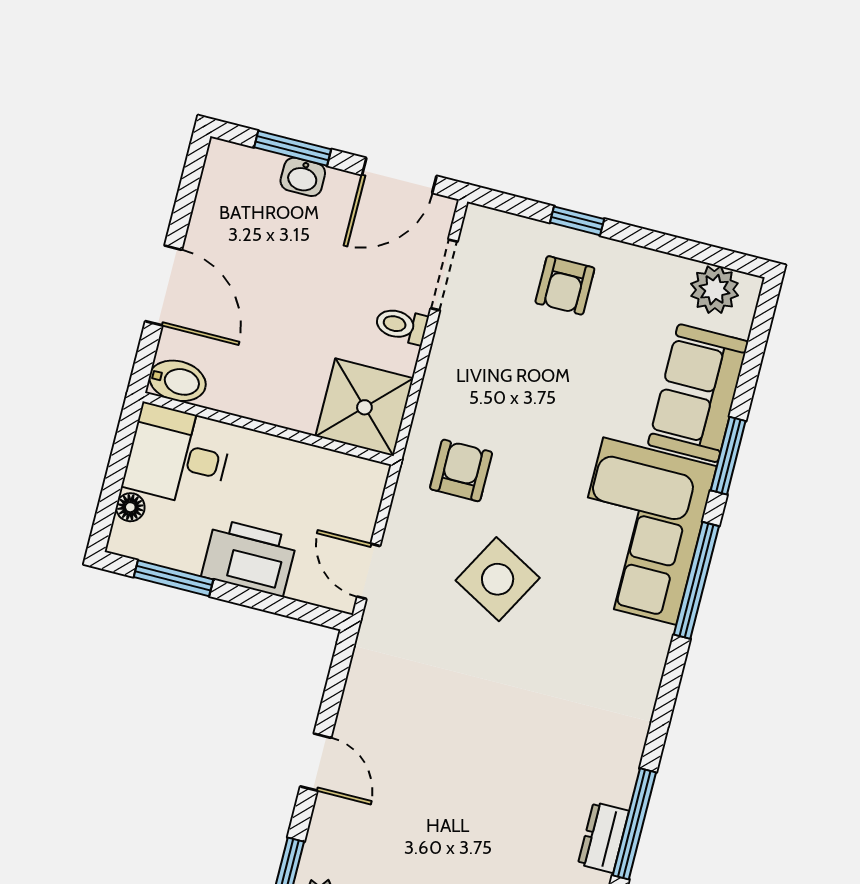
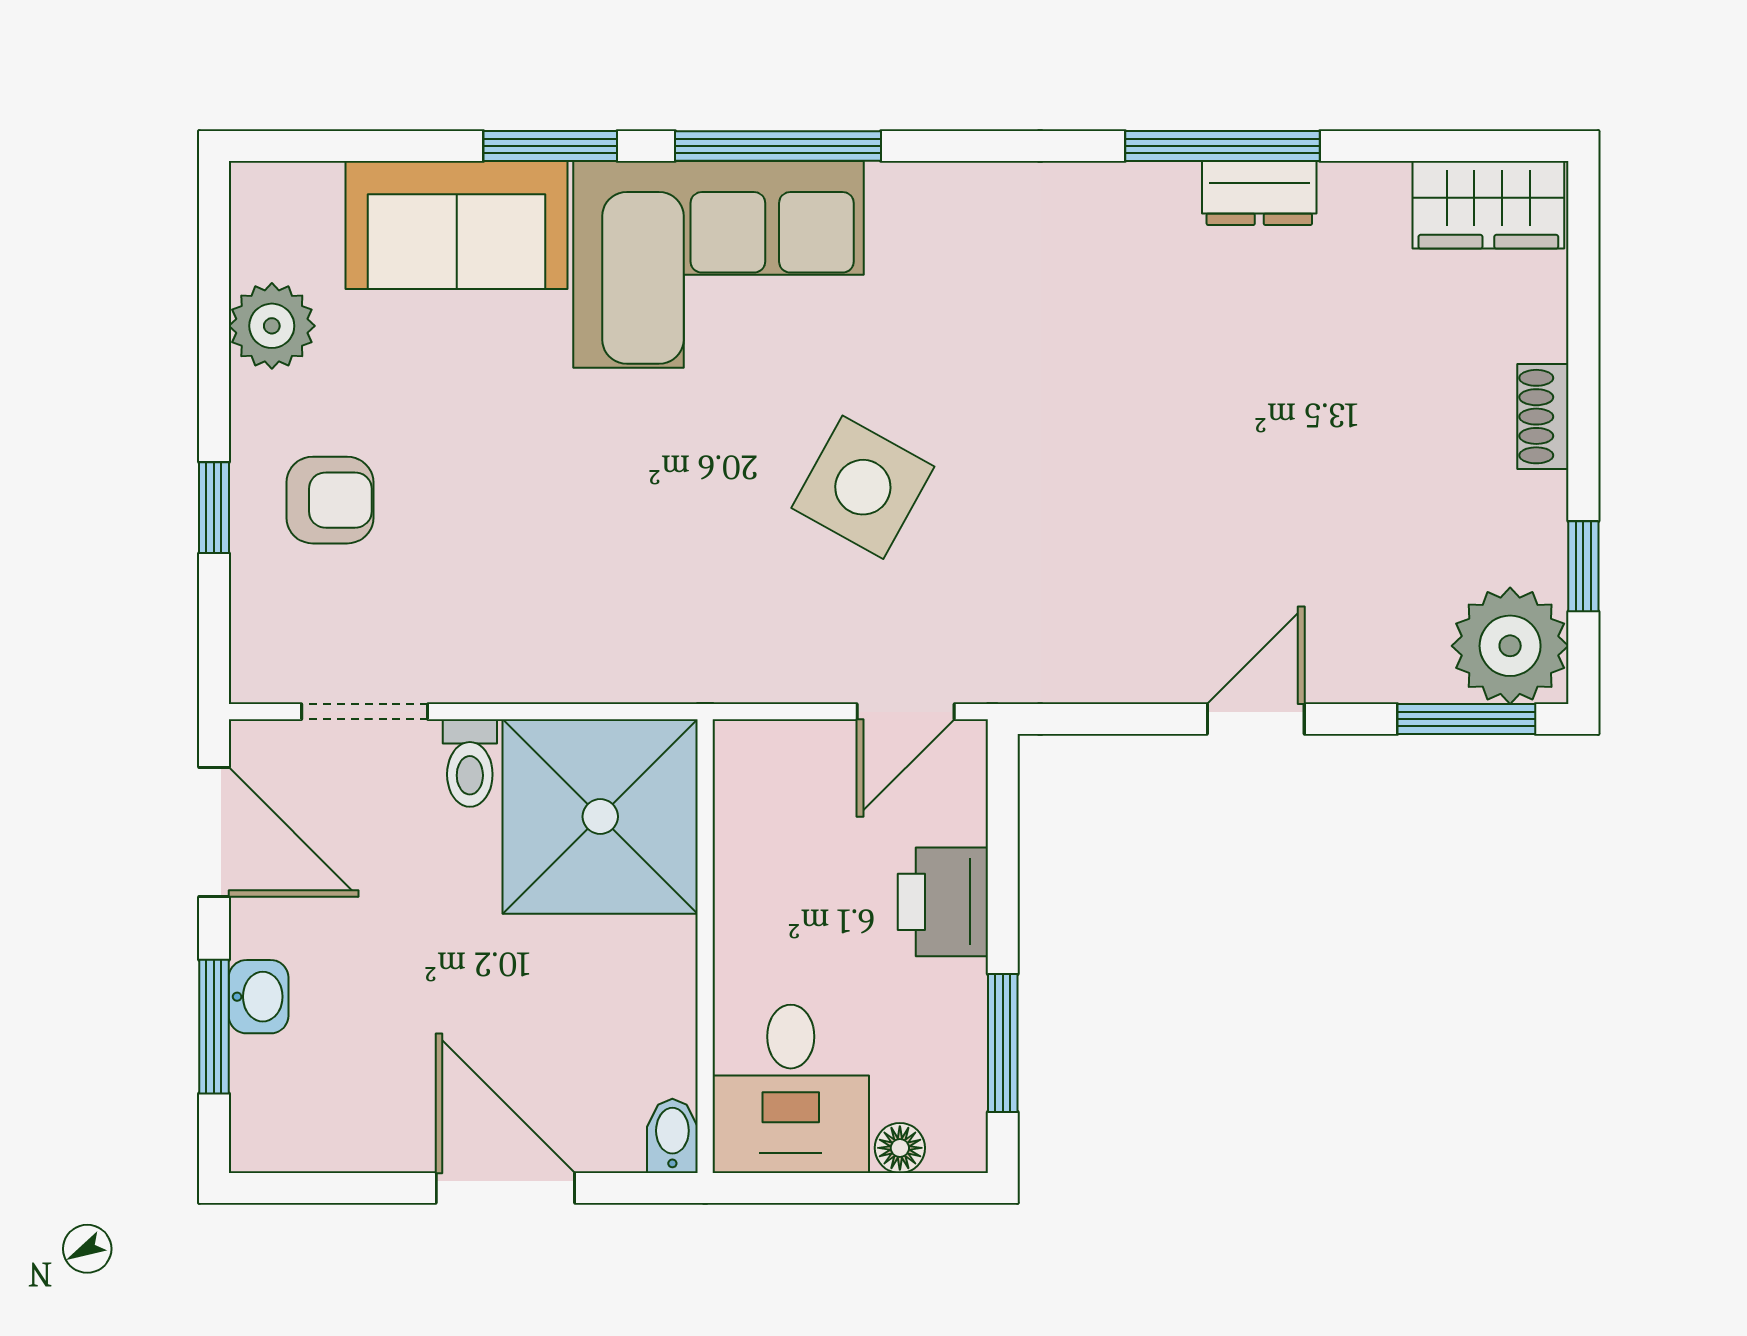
door: (164, 285) -> (505, 1188), hinge flipped
plant: (715, 290) -> (272, 326), moved
bidet: (177, 381) -> (672, 1136), width x0.72, depth x0.74
shower: (364, 407) -> (600, 817), width x1.37, depth x1.37
armchair: (461, 470) -> (692, 597), removed
printer: (249, 558) -> (943, 902), width x0.73, depth x0.84

